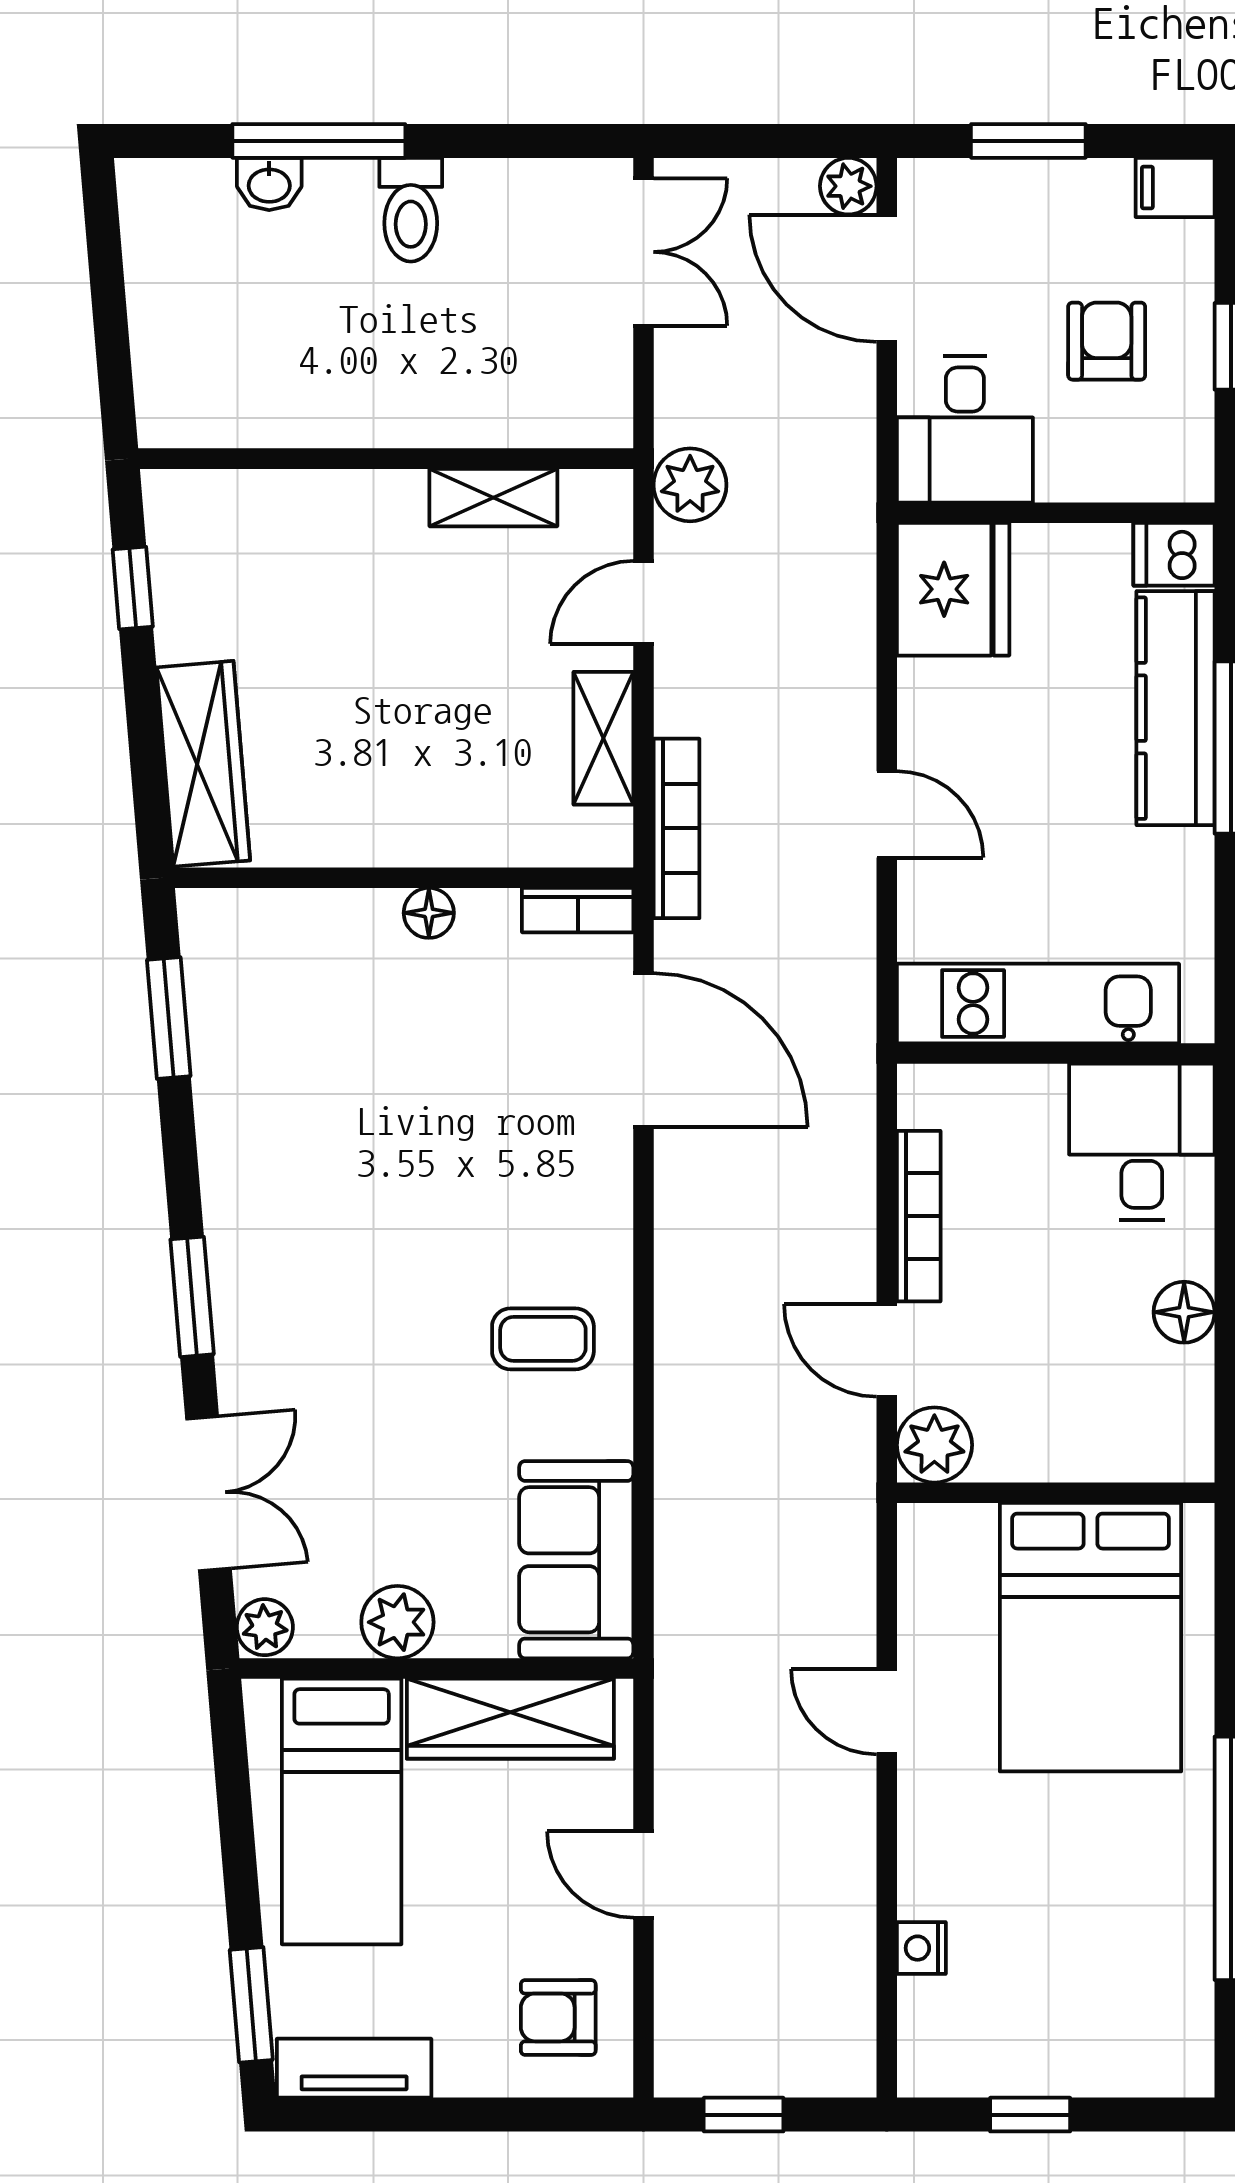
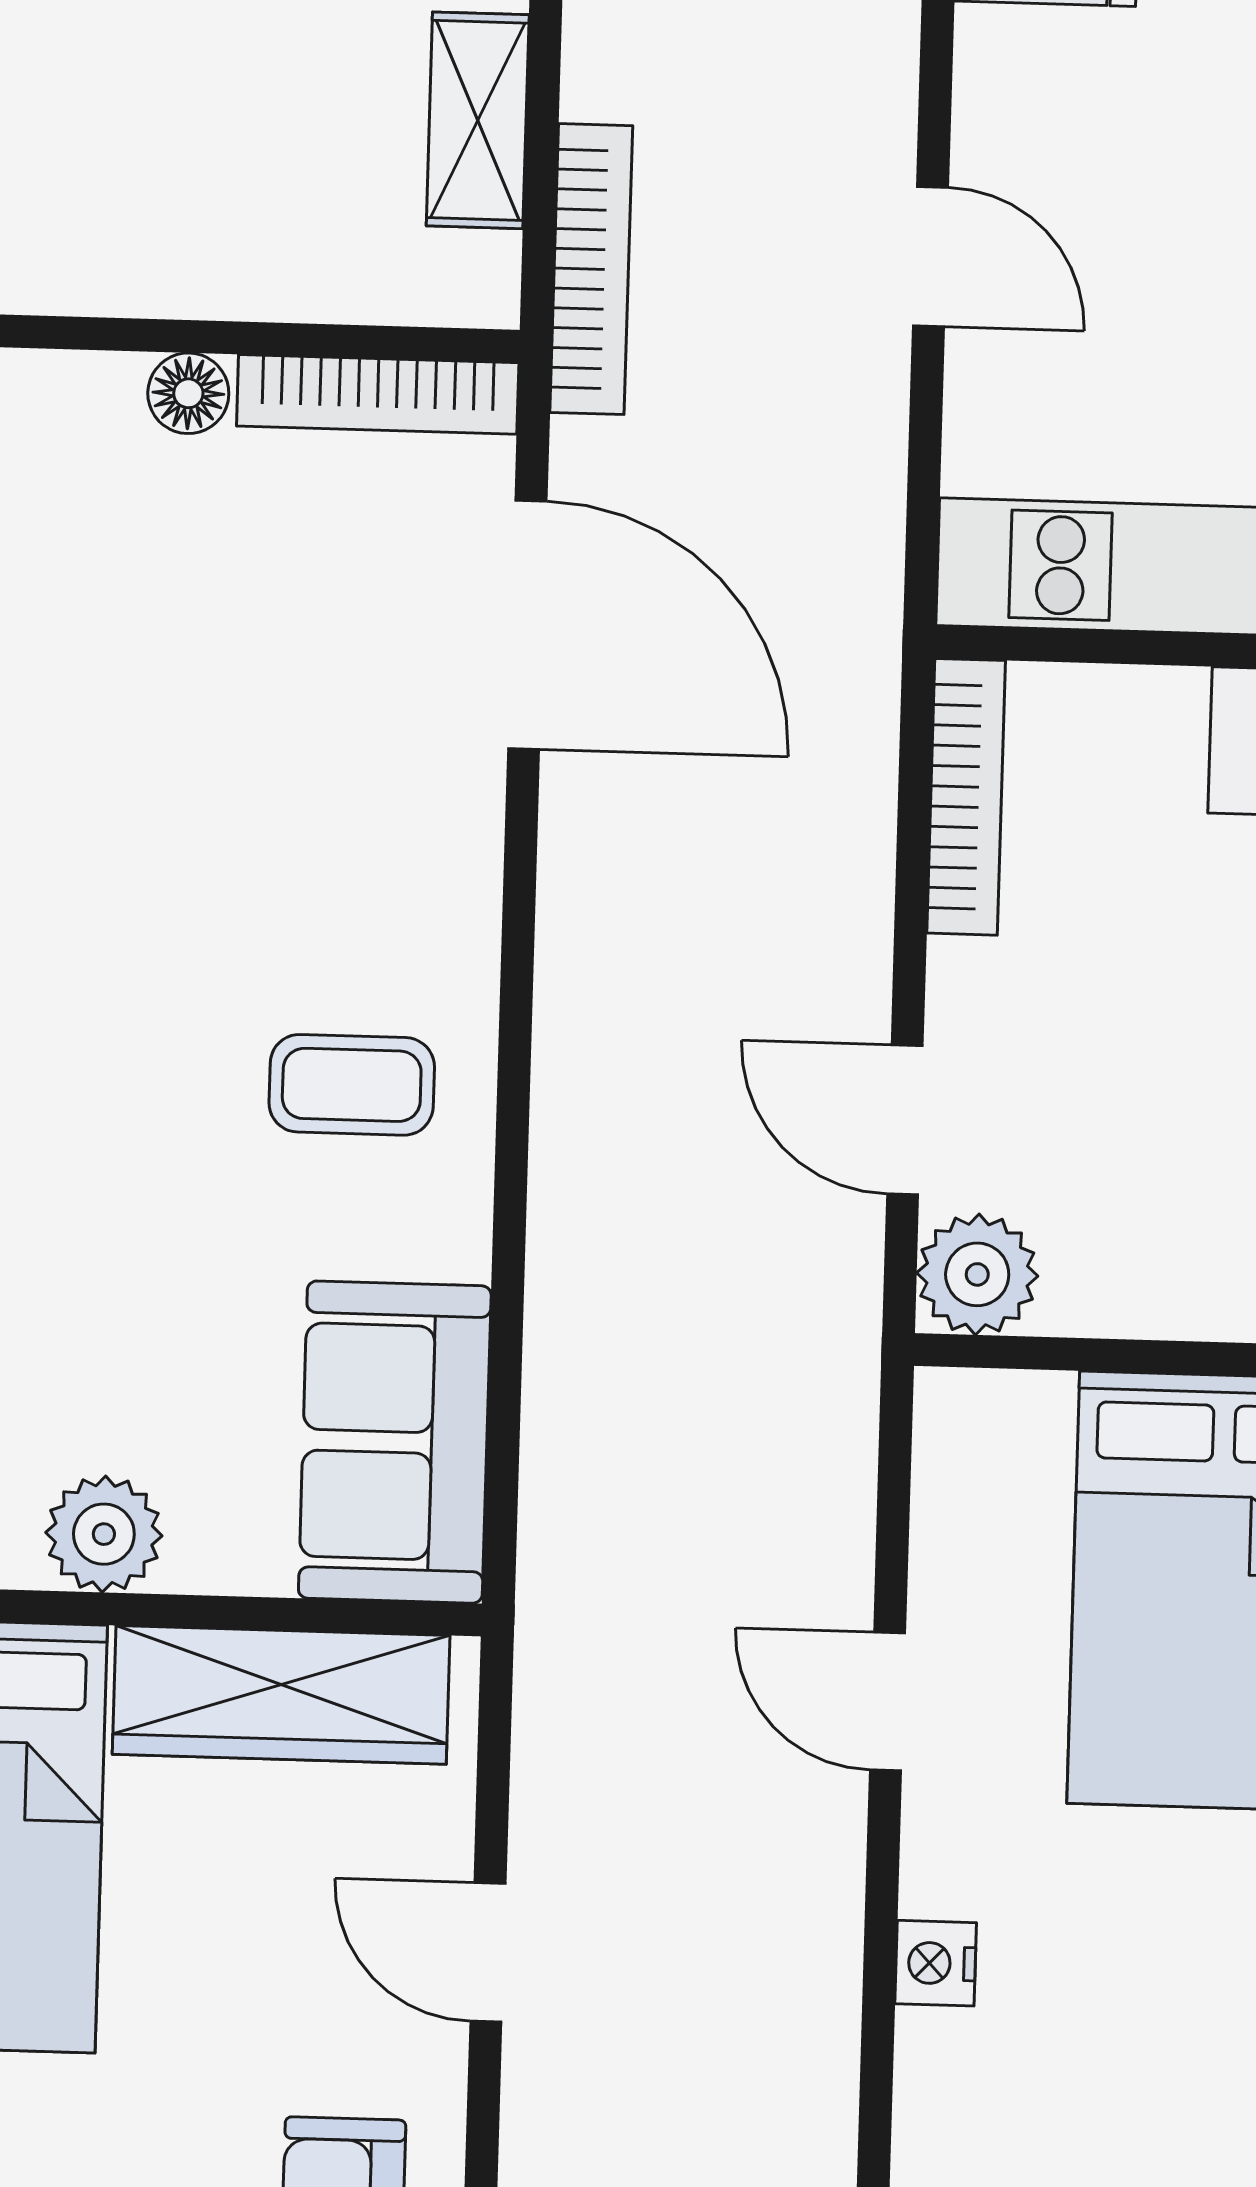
bookcase: (578, 910) -> (378, 394), width x1.56
bookcase: (919, 1216) -> (966, 797), moved
nightstand: (921, 1948) -> (936, 1963), moved

